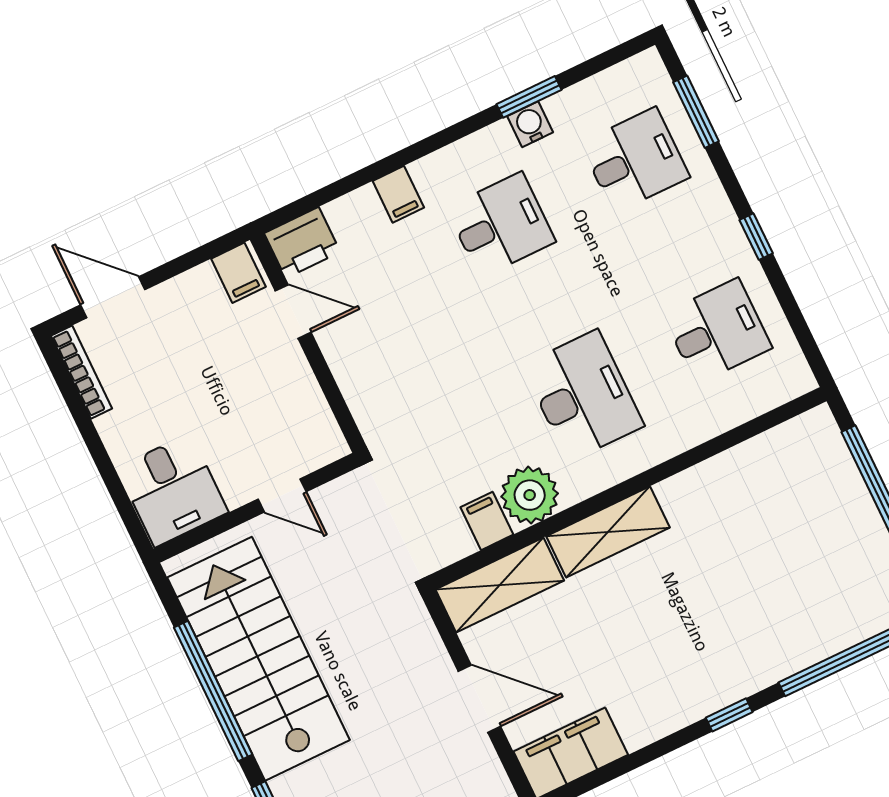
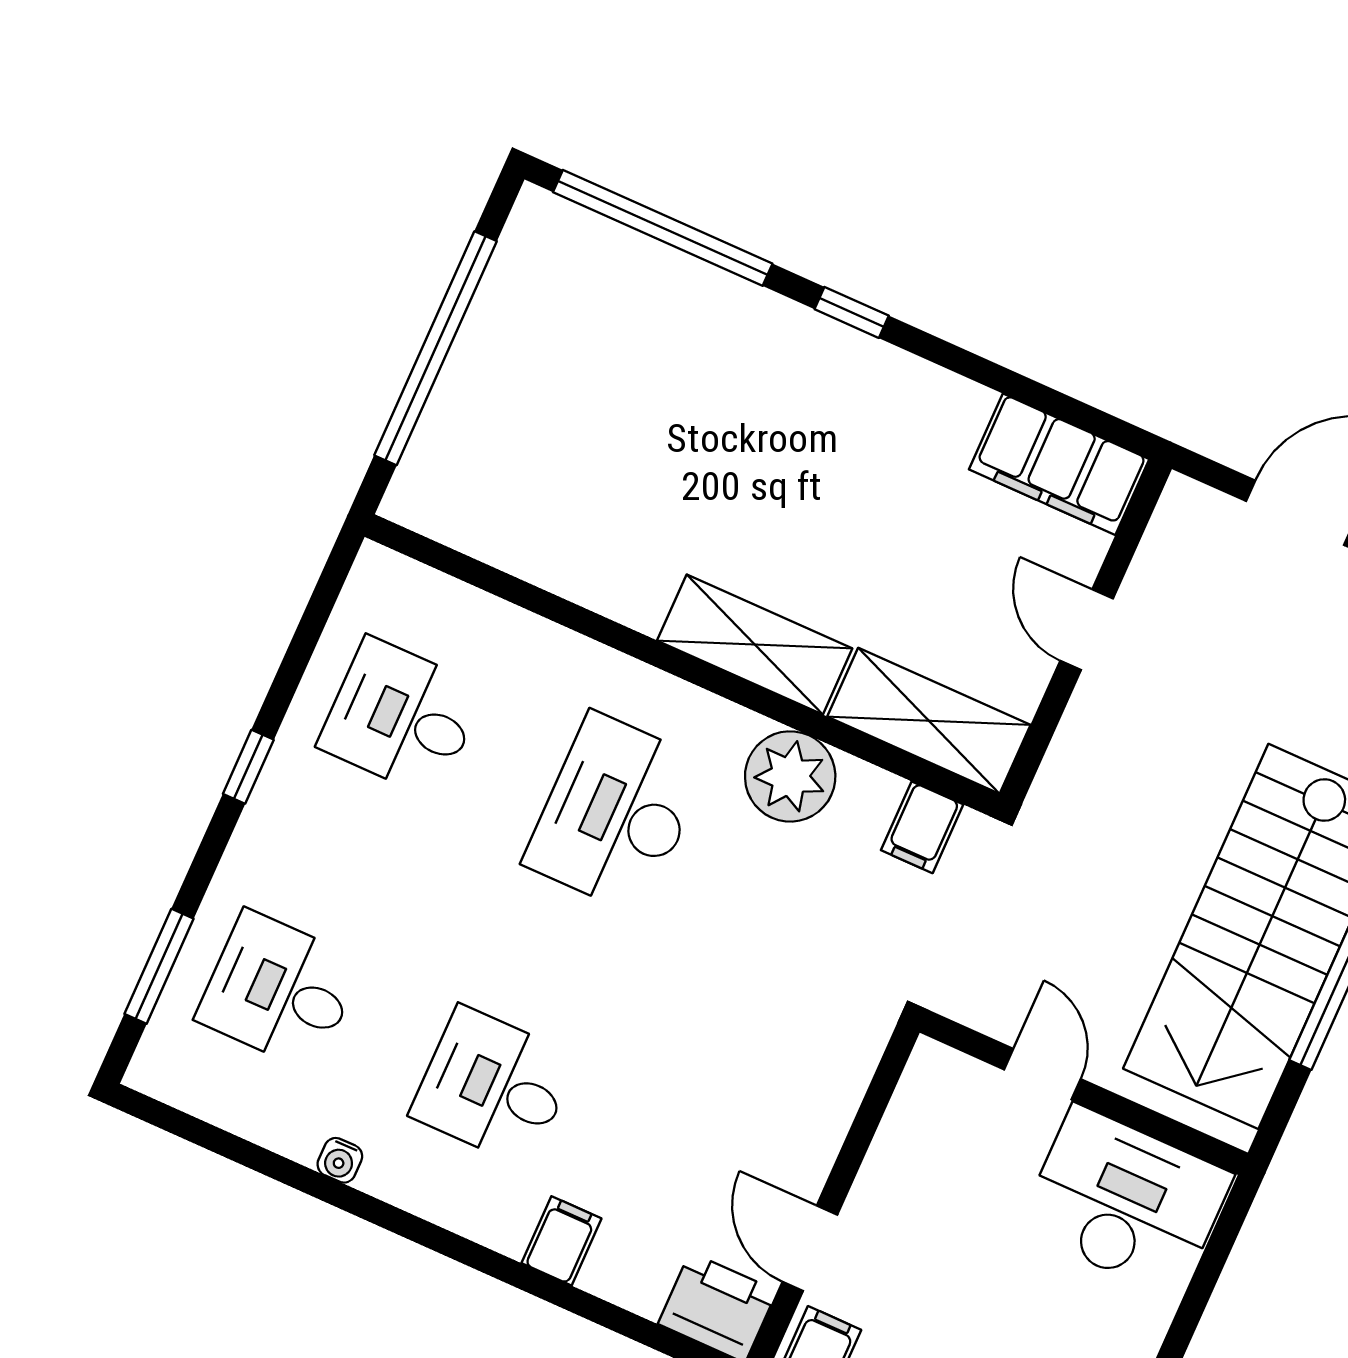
window: (529, 97) -> (311, 1182), removed
water cooler: (530, 124) -> (340, 1160), width x0.72, depth x0.72
desk: (173, 490) -> (1126, 1202), width x1.37
filing cabinet: (487, 521) -> (922, 827), moved
door: (479, 699) -> (1087, 630), width x0.73

